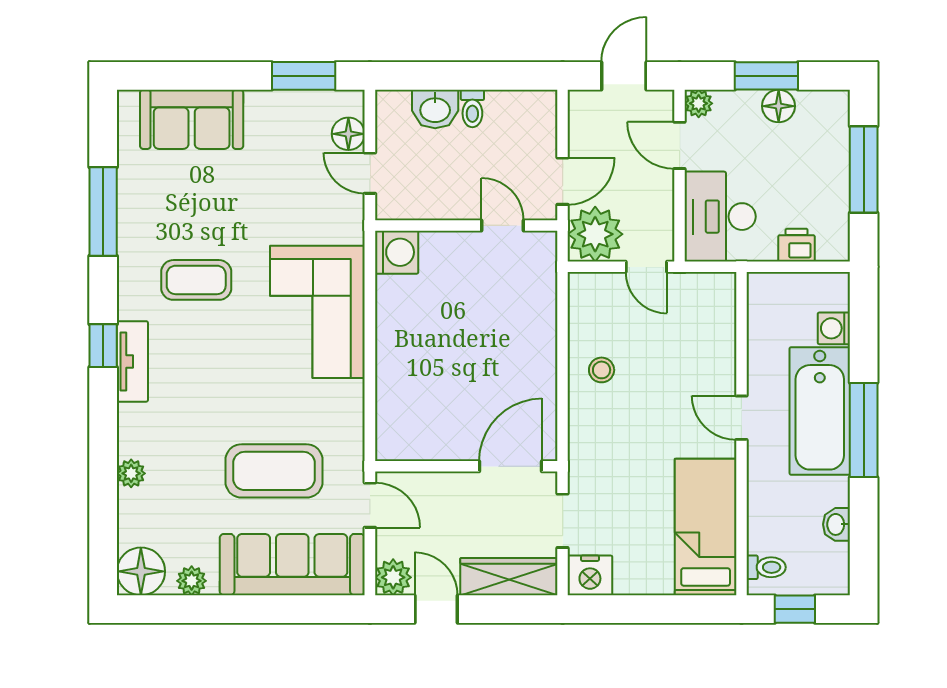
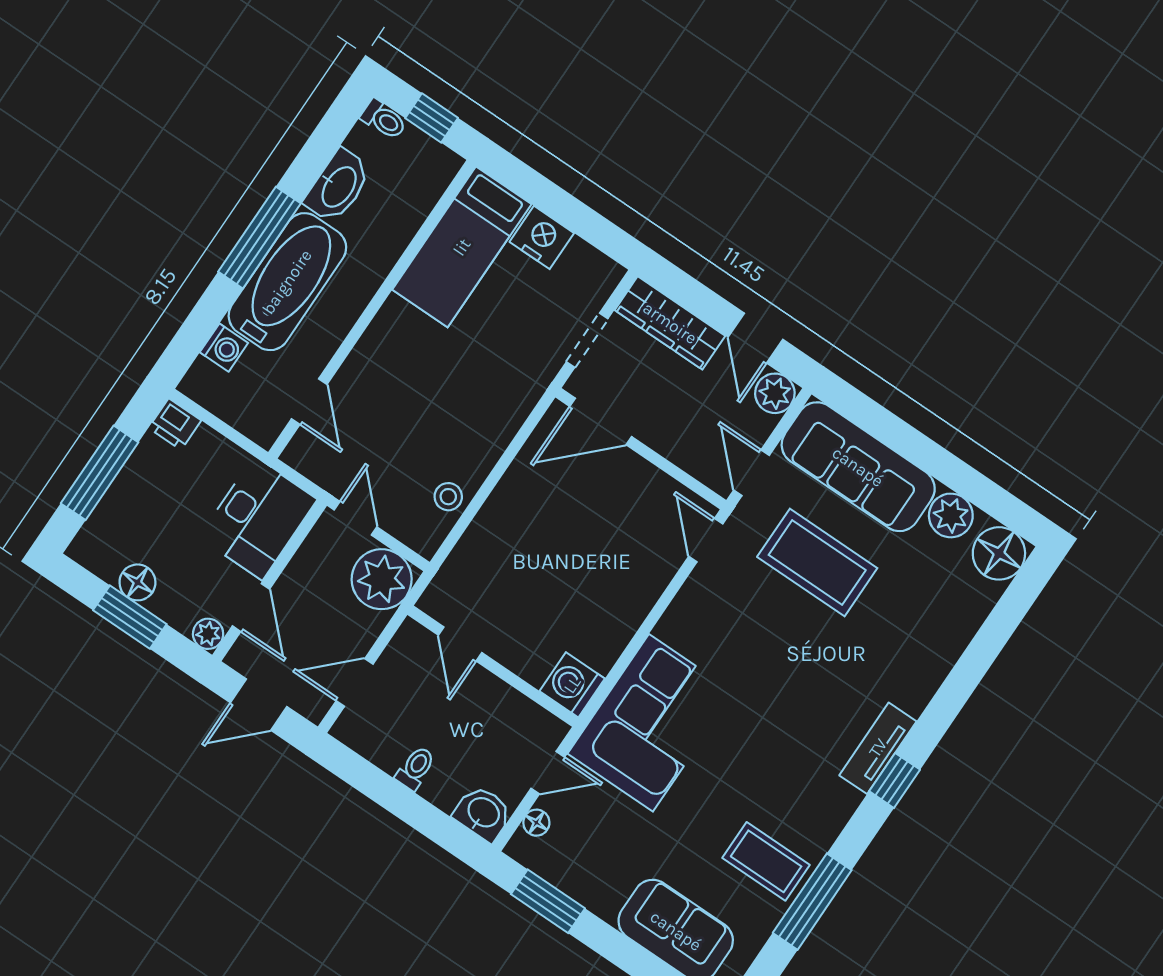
washbasin: (435, 109) -> (483, 813), moved
floor lamp: (348, 134) -> (536, 823), width x0.73, depth x0.73
door: (370, 173) -> (548, 773), hinge flipped
door: (563, 181) -> (355, 683), moved
printer: (797, 245) -> (175, 424), moved
coffee table: (196, 280) -> (766, 861), moved
corner sofa: (317, 312) -> (651, 723), moved
stool: (602, 370) -> (448, 497), moved
door: (741, 418) -> (309, 402), moved
door: (370, 430) -> (706, 540), added
plant: (131, 473) -> (948, 648), removed
washbasin: (836, 524) -> (338, 186), width x1.91, depth x1.45
toilet: (766, 567) -> (384, 119), moved, turned 180
nightstand: (590, 575) -> (542, 237), moved
plant: (192, 581) -> (951, 515), width x1.38, depth x1.38

